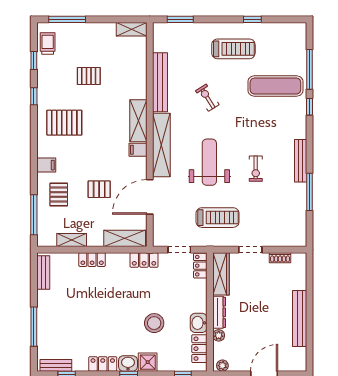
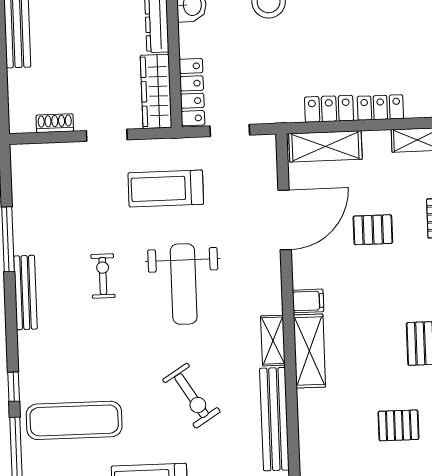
exercise bike: (207, 98) -> (191, 396), width x1.38, depth x1.39
shelving: (161, 145) -> (273, 341), width x0.45, depth x0.75
locker: (144, 260) -> (329, 109), moved
locker: (200, 266) -> (192, 92), width x1.53

